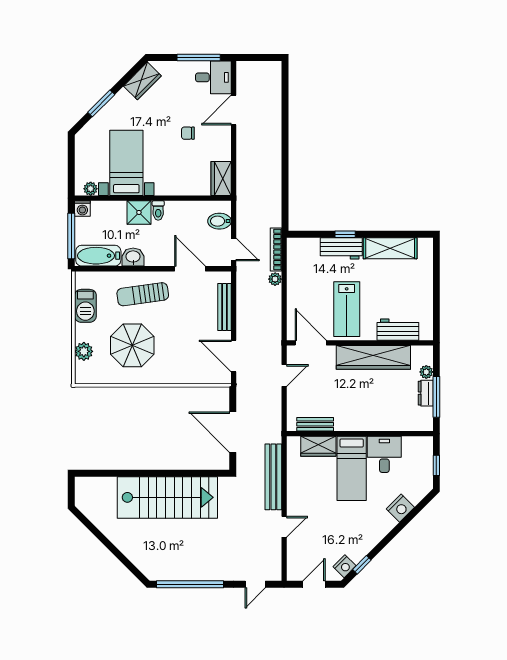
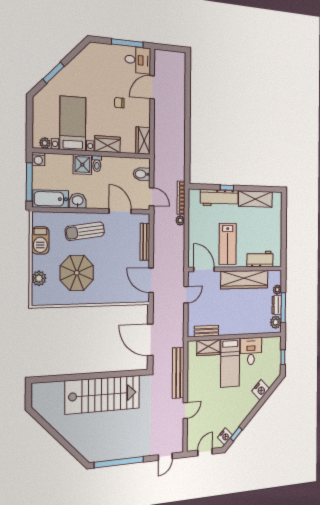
wardrobe: (142, 81) -> (108, 144), moved, turned -135
workbench: (341, 248) -> (219, 198), width x1.38
plant: (424, 417) -> (276, 322), added

